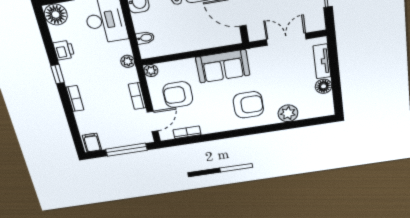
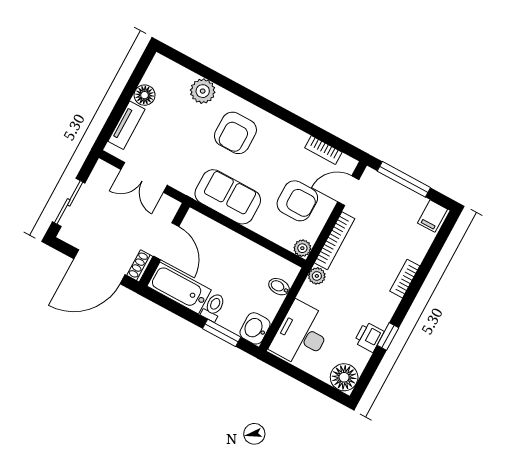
window: (58, 74) -> (388, 336), moved
bookcase: (137, 96) -> (335, 241), width x1.56
armchair: (248, 105) -> (235, 133), turned -90

